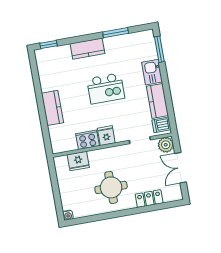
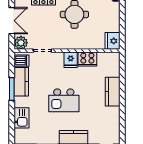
window: (159, 49) -> (12, 89), moved
kitchen sink: (152, 72) -> (22, 118), moved
kitchen island: (106, 88) -> (64, 100), turned 180
fridge: (78, 161) -> (113, 41), moved, turned -90

